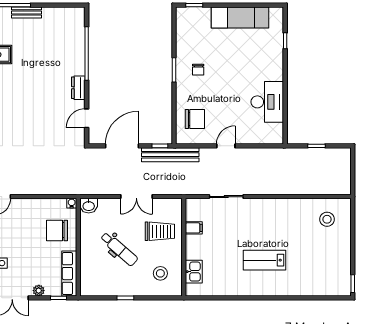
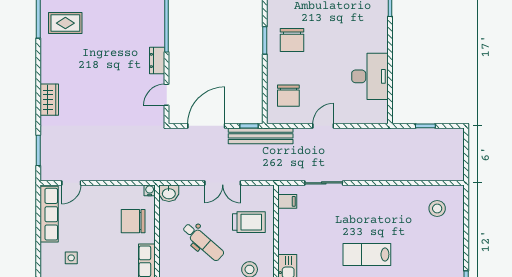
chair: (198, 70) -> (292, 40), width x1.87, depth x1.87
chair: (195, 119) -> (288, 96), turned 90
filing cabinet: (194, 228) -> (287, 201), moved

